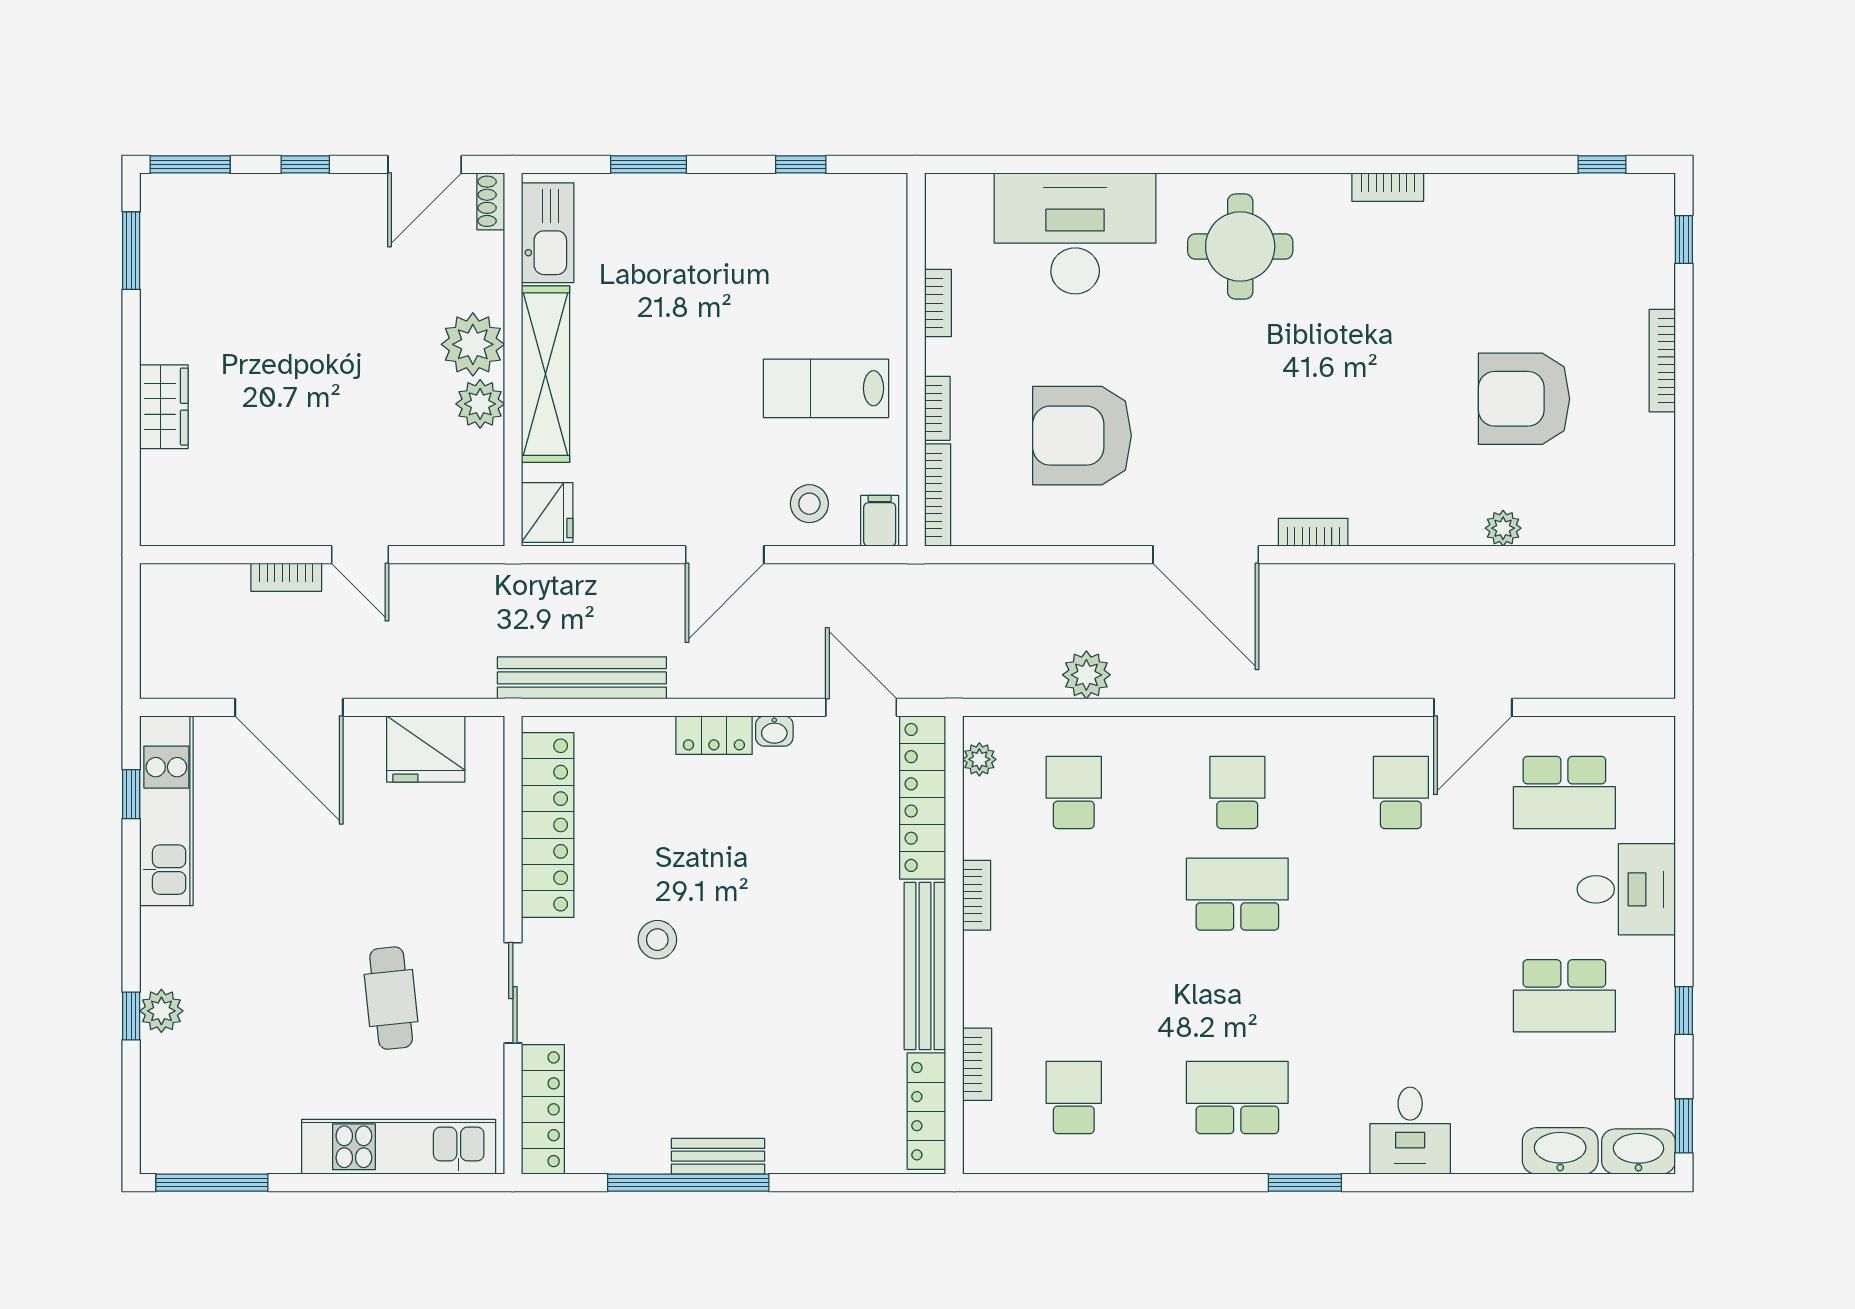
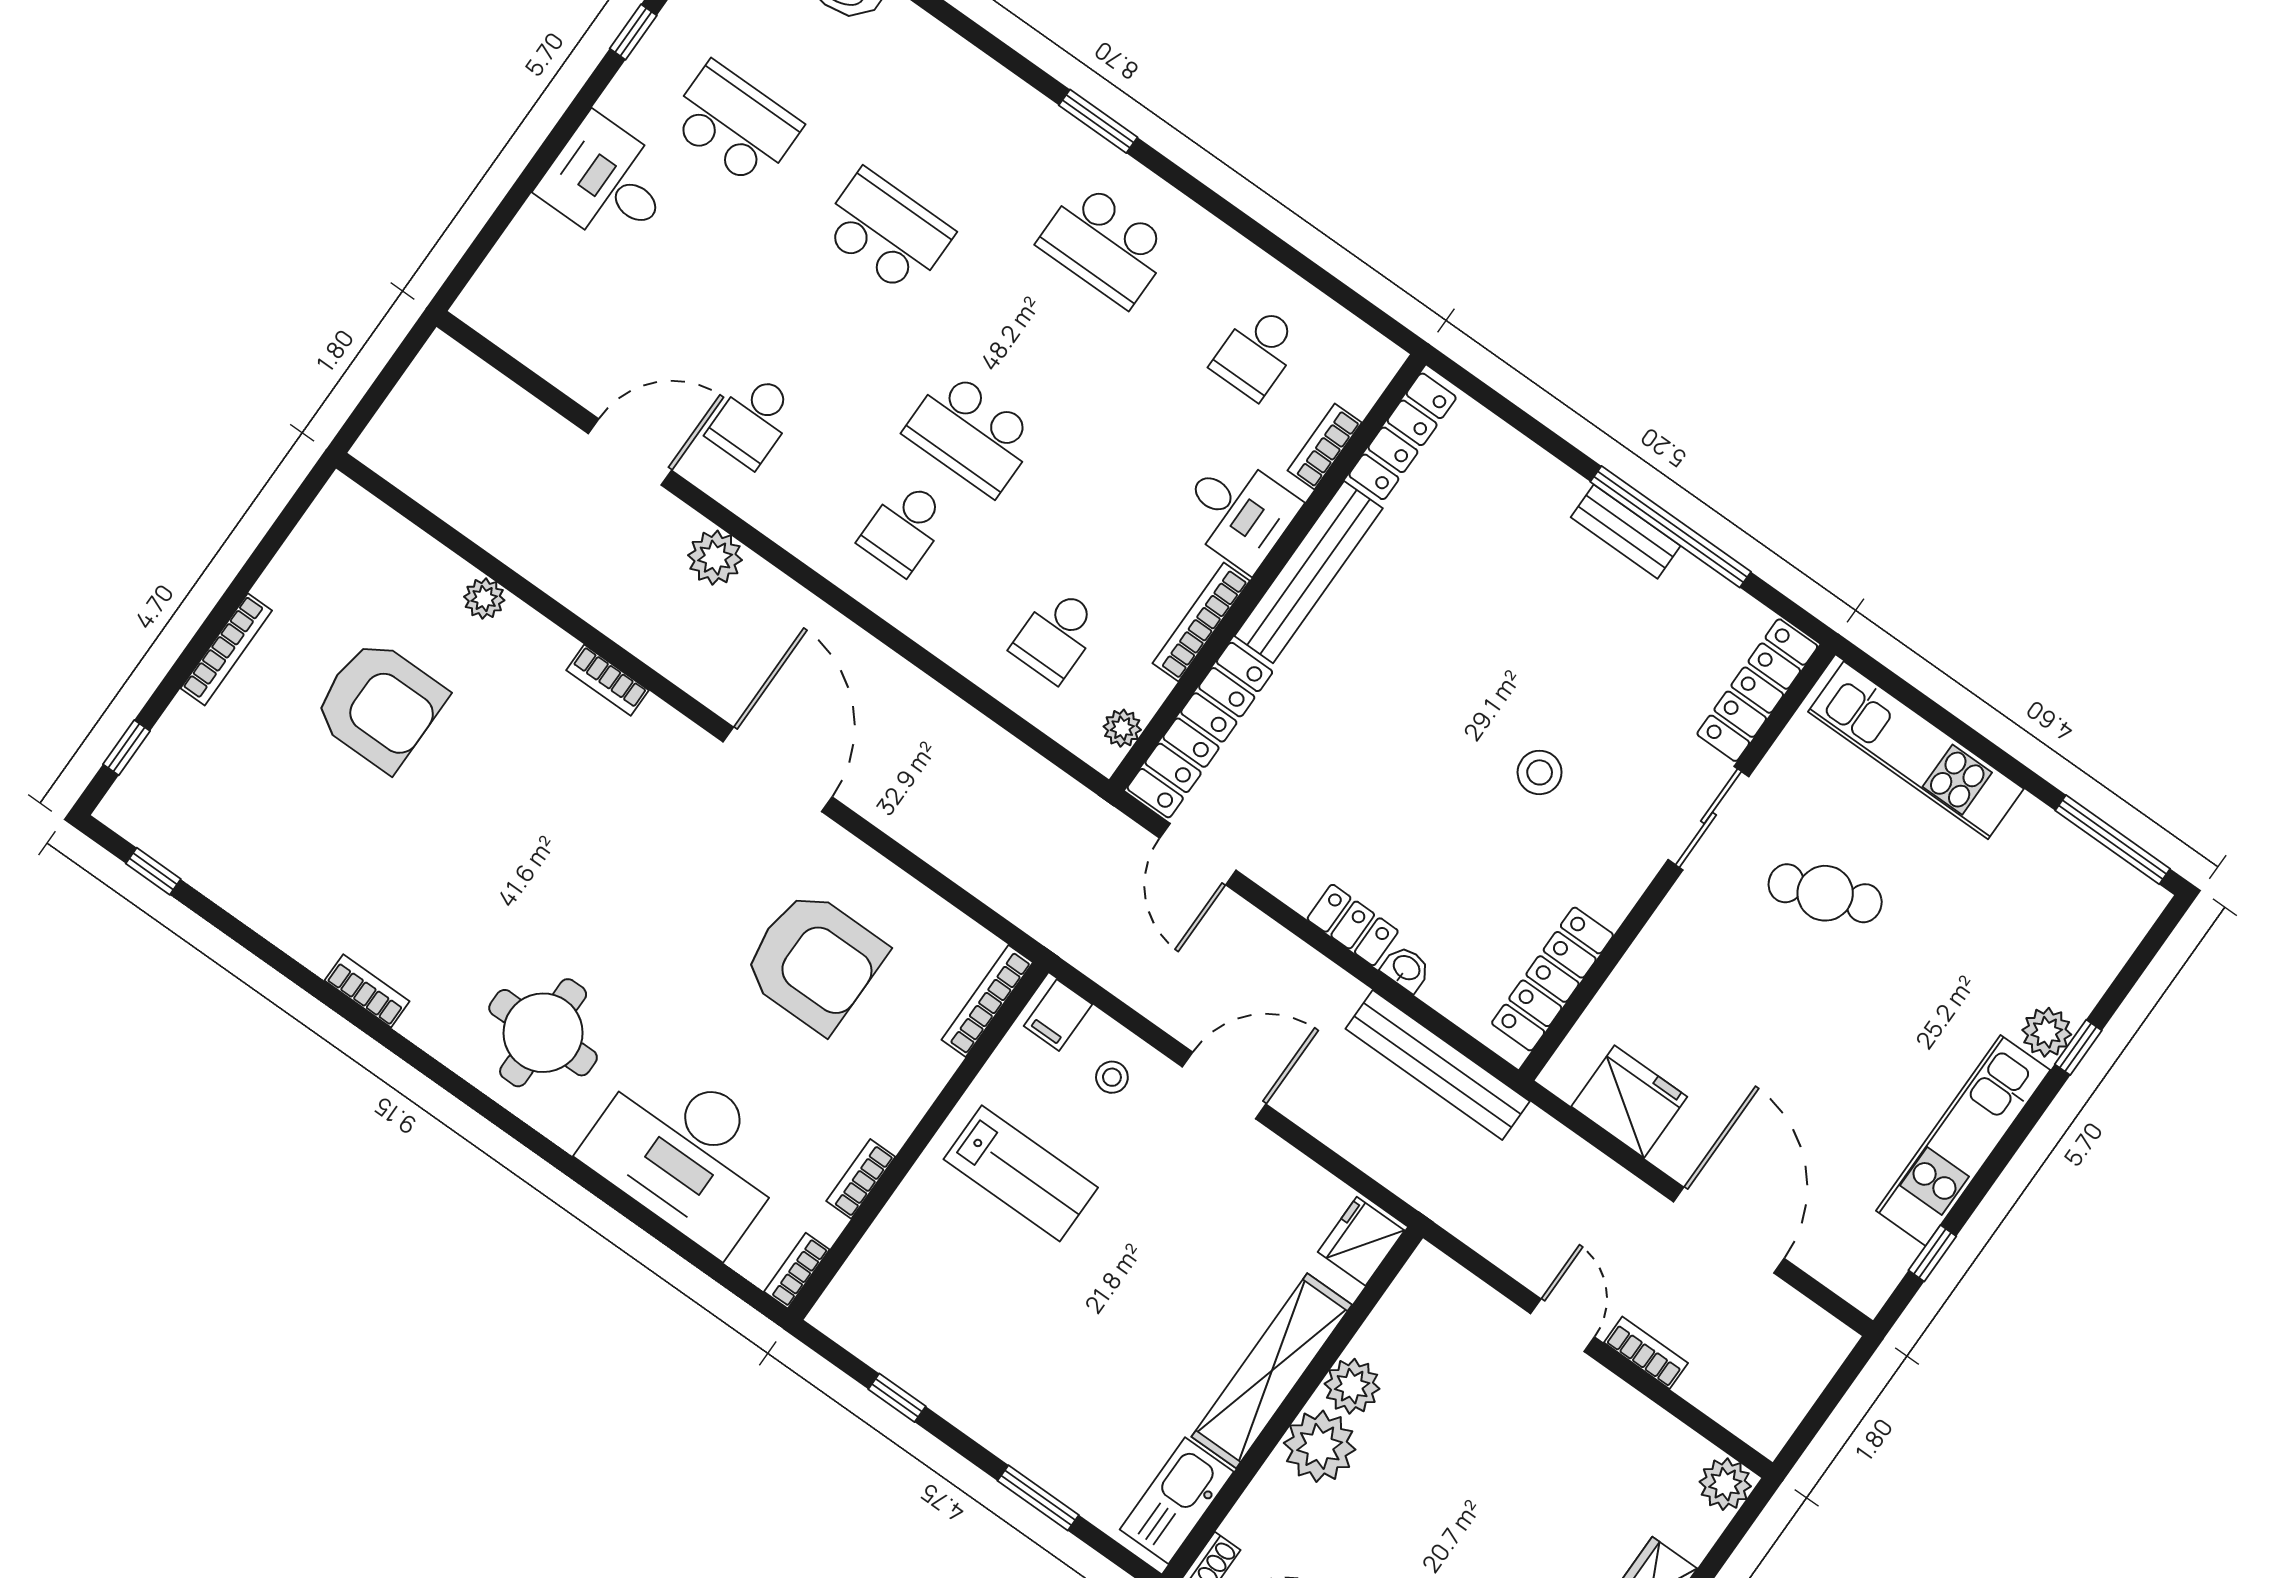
bookcase: (937, 408) -> (797, 1271), moved
stool: (809, 504) -> (1112, 1077), width x0.73, depth x0.73
plant: (163, 523) -> (1725, 1484), added
bookcase: (1313, 532) -> (608, 680), moved
plant: (1086, 675) -> (715, 558), moved
washbasin: (774, 731) -> (1406, 969), moved
school desk: (1564, 792) -> (886, 232), moved
kitchen unit: (166, 811) -> (1963, 1140), moved
locker: (548, 825) -> (1552, 979), width x0.71, depth x0.83
bookcase: (977, 895) -> (1201, 622), width x1.56
cafe table: (391, 998) -> (1825, 893), turned 75
desk: (1410, 1131) -> (1238, 512), moved, turned 90

